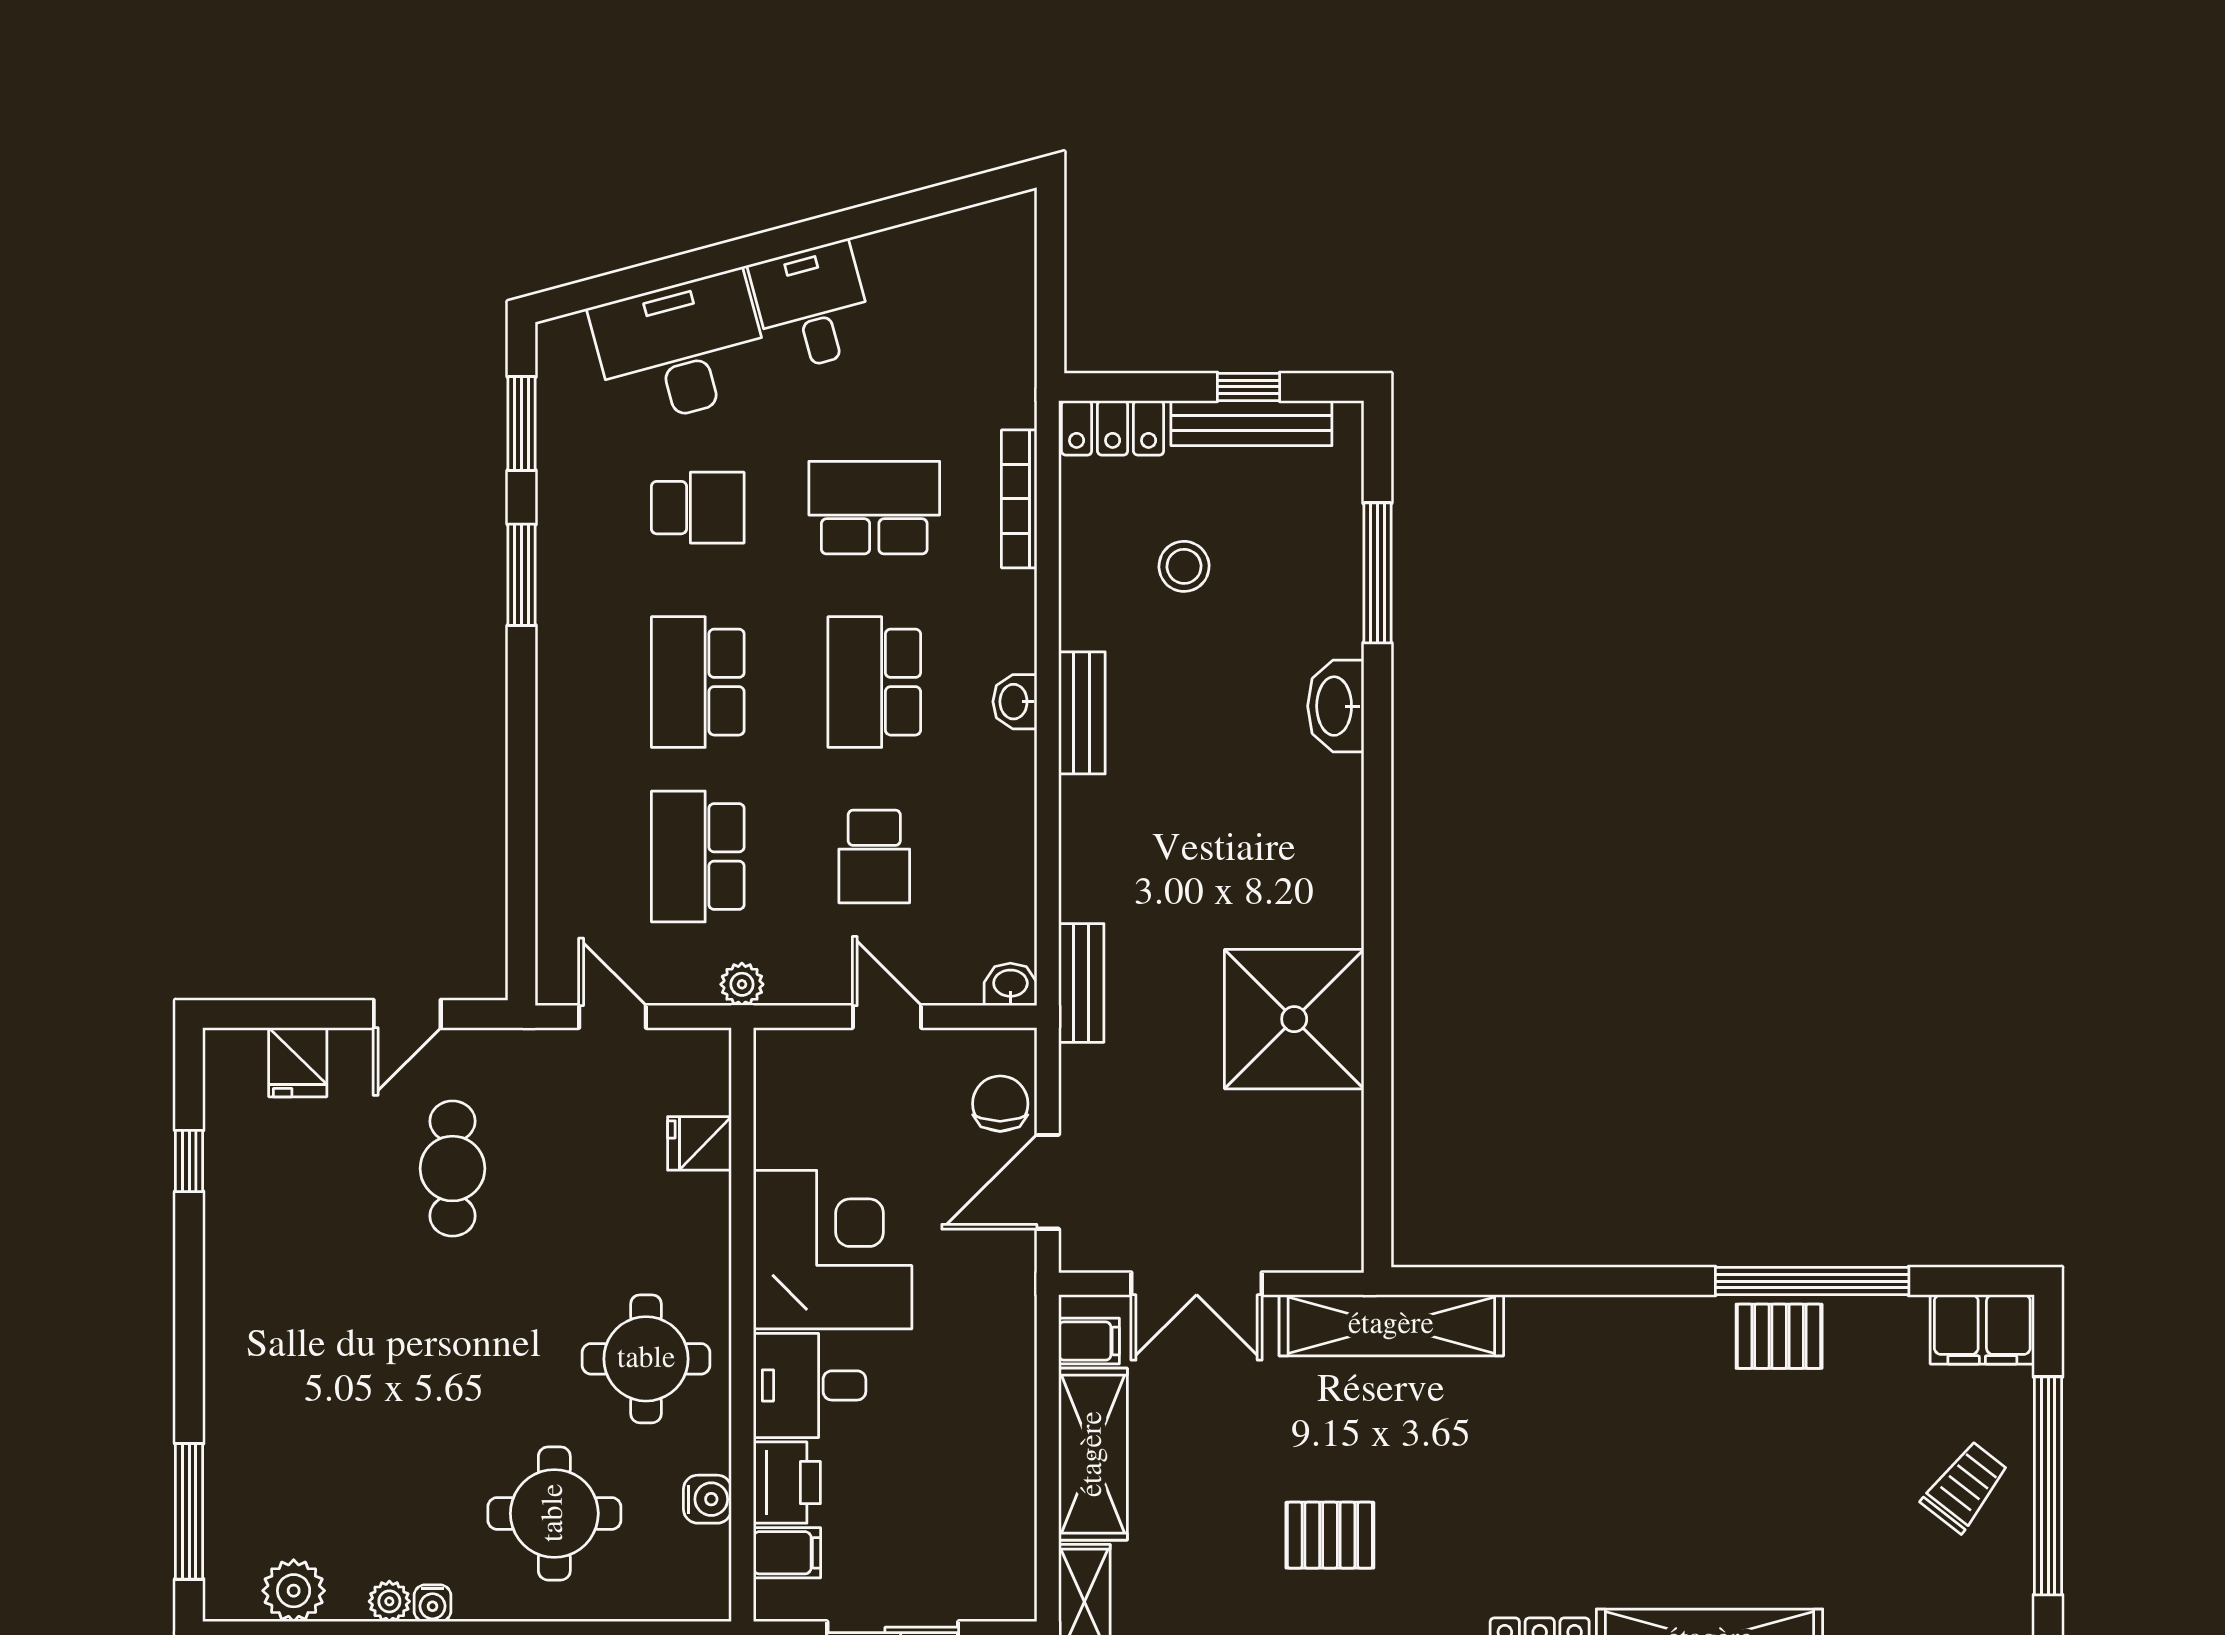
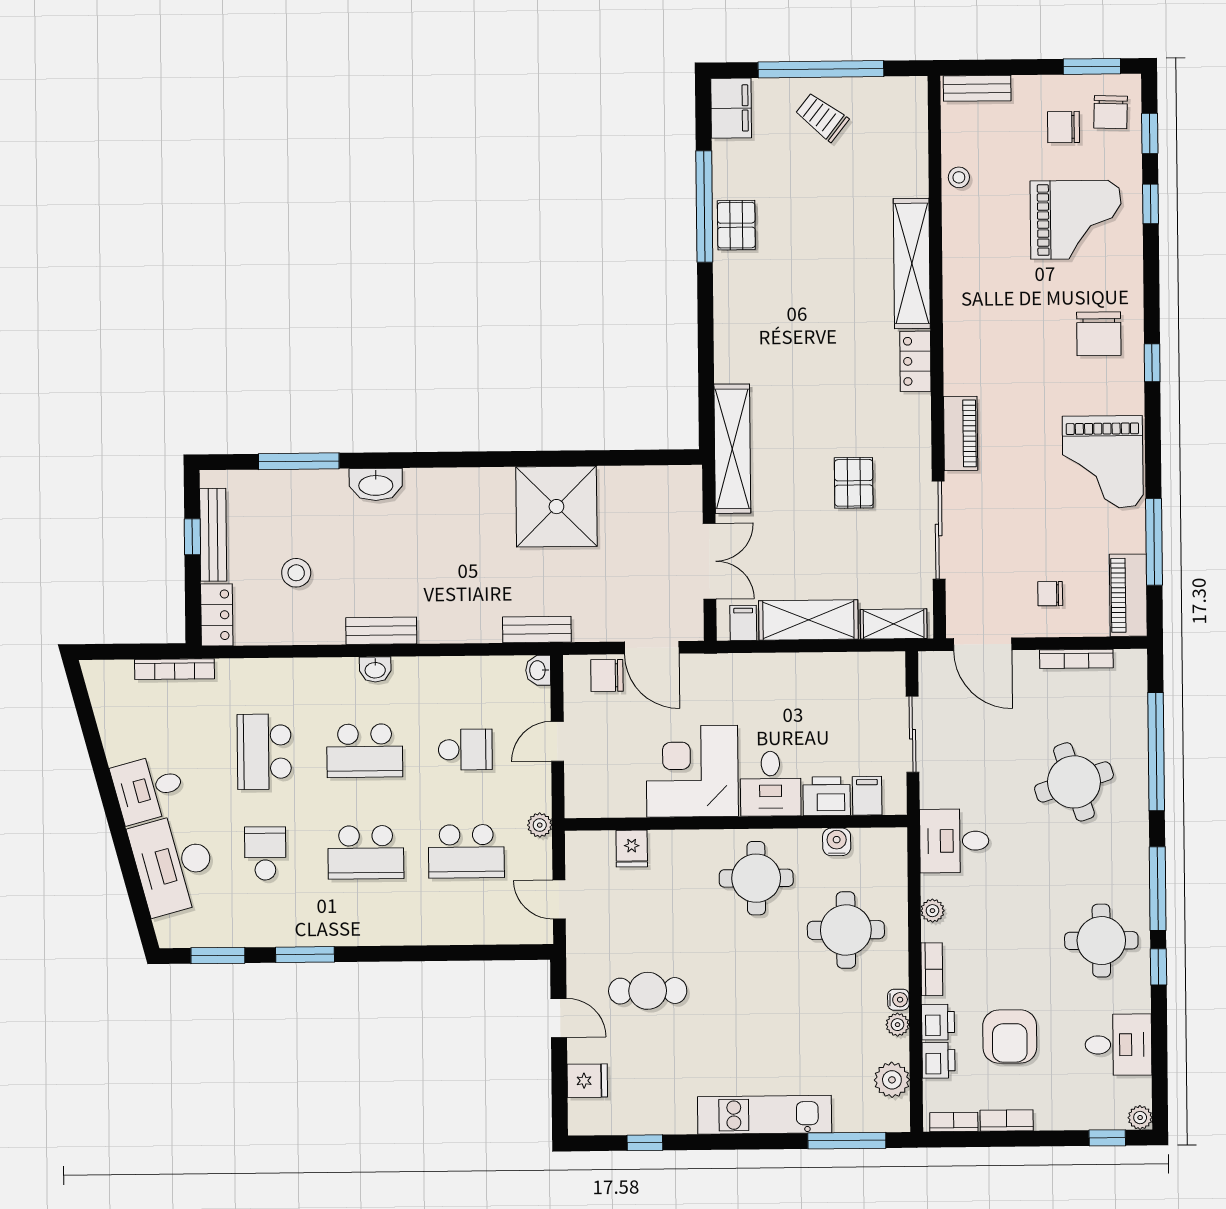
bookcase: (1019, 499) -> (175, 669), moved
door: (612, 1017) -> (559, 900), hinge flipped
kitchen unit: (235, 1369) -> (765, 1115), added

